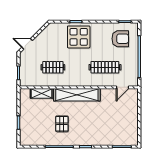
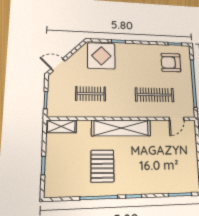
display table: (79, 37) -> (101, 56), moved
armchair: (120, 39) -> (171, 63), turned 180
shelving: (42, 93) -> (61, 126), moved
pallet: (62, 124) -> (102, 166), width x1.50, depth x1.42

